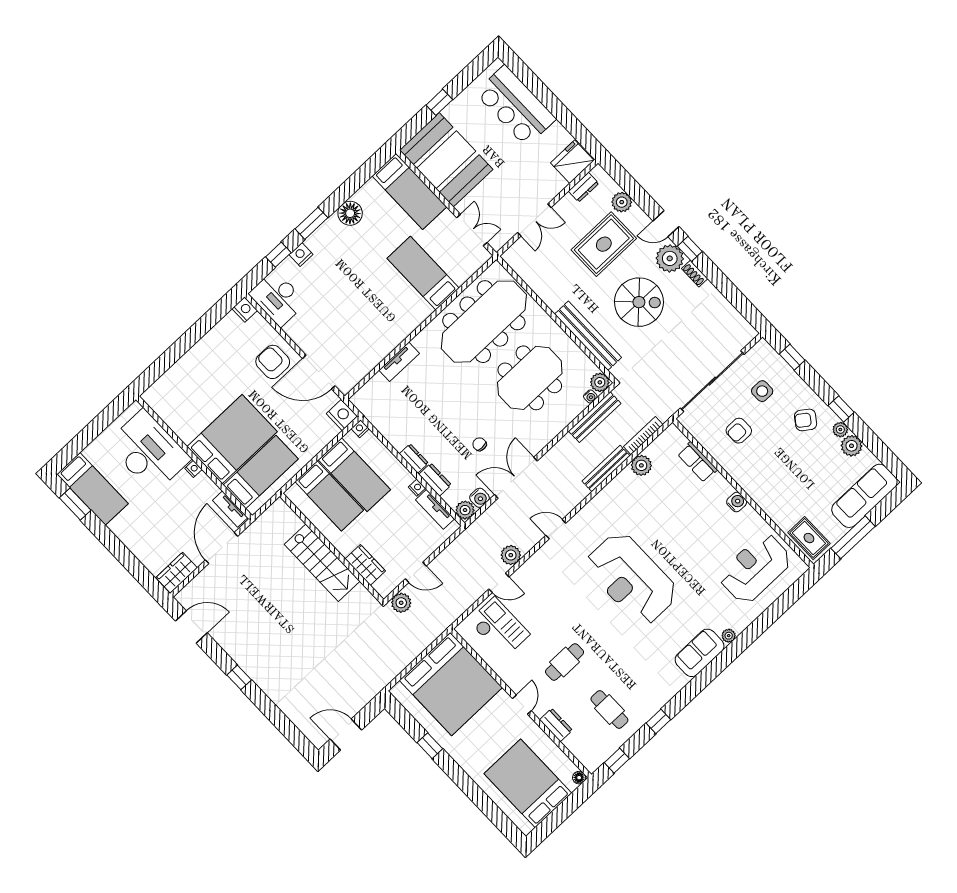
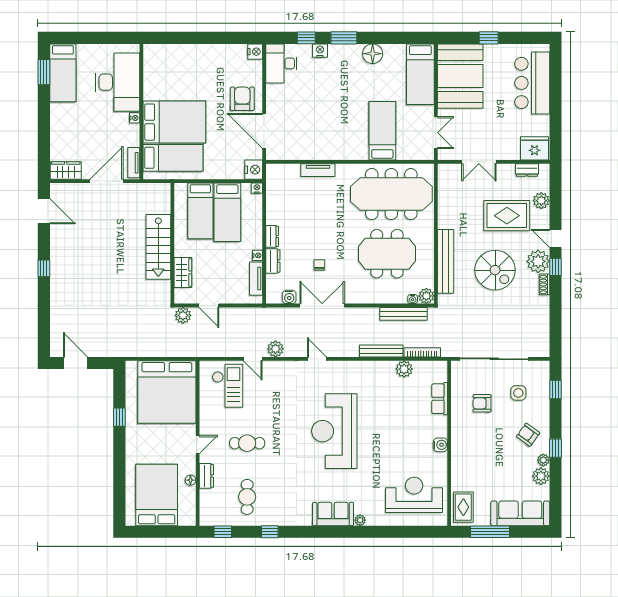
plant: (465, 510) -> (274, 296), removed
floor lamp: (579, 778) -> (190, 480), moved

